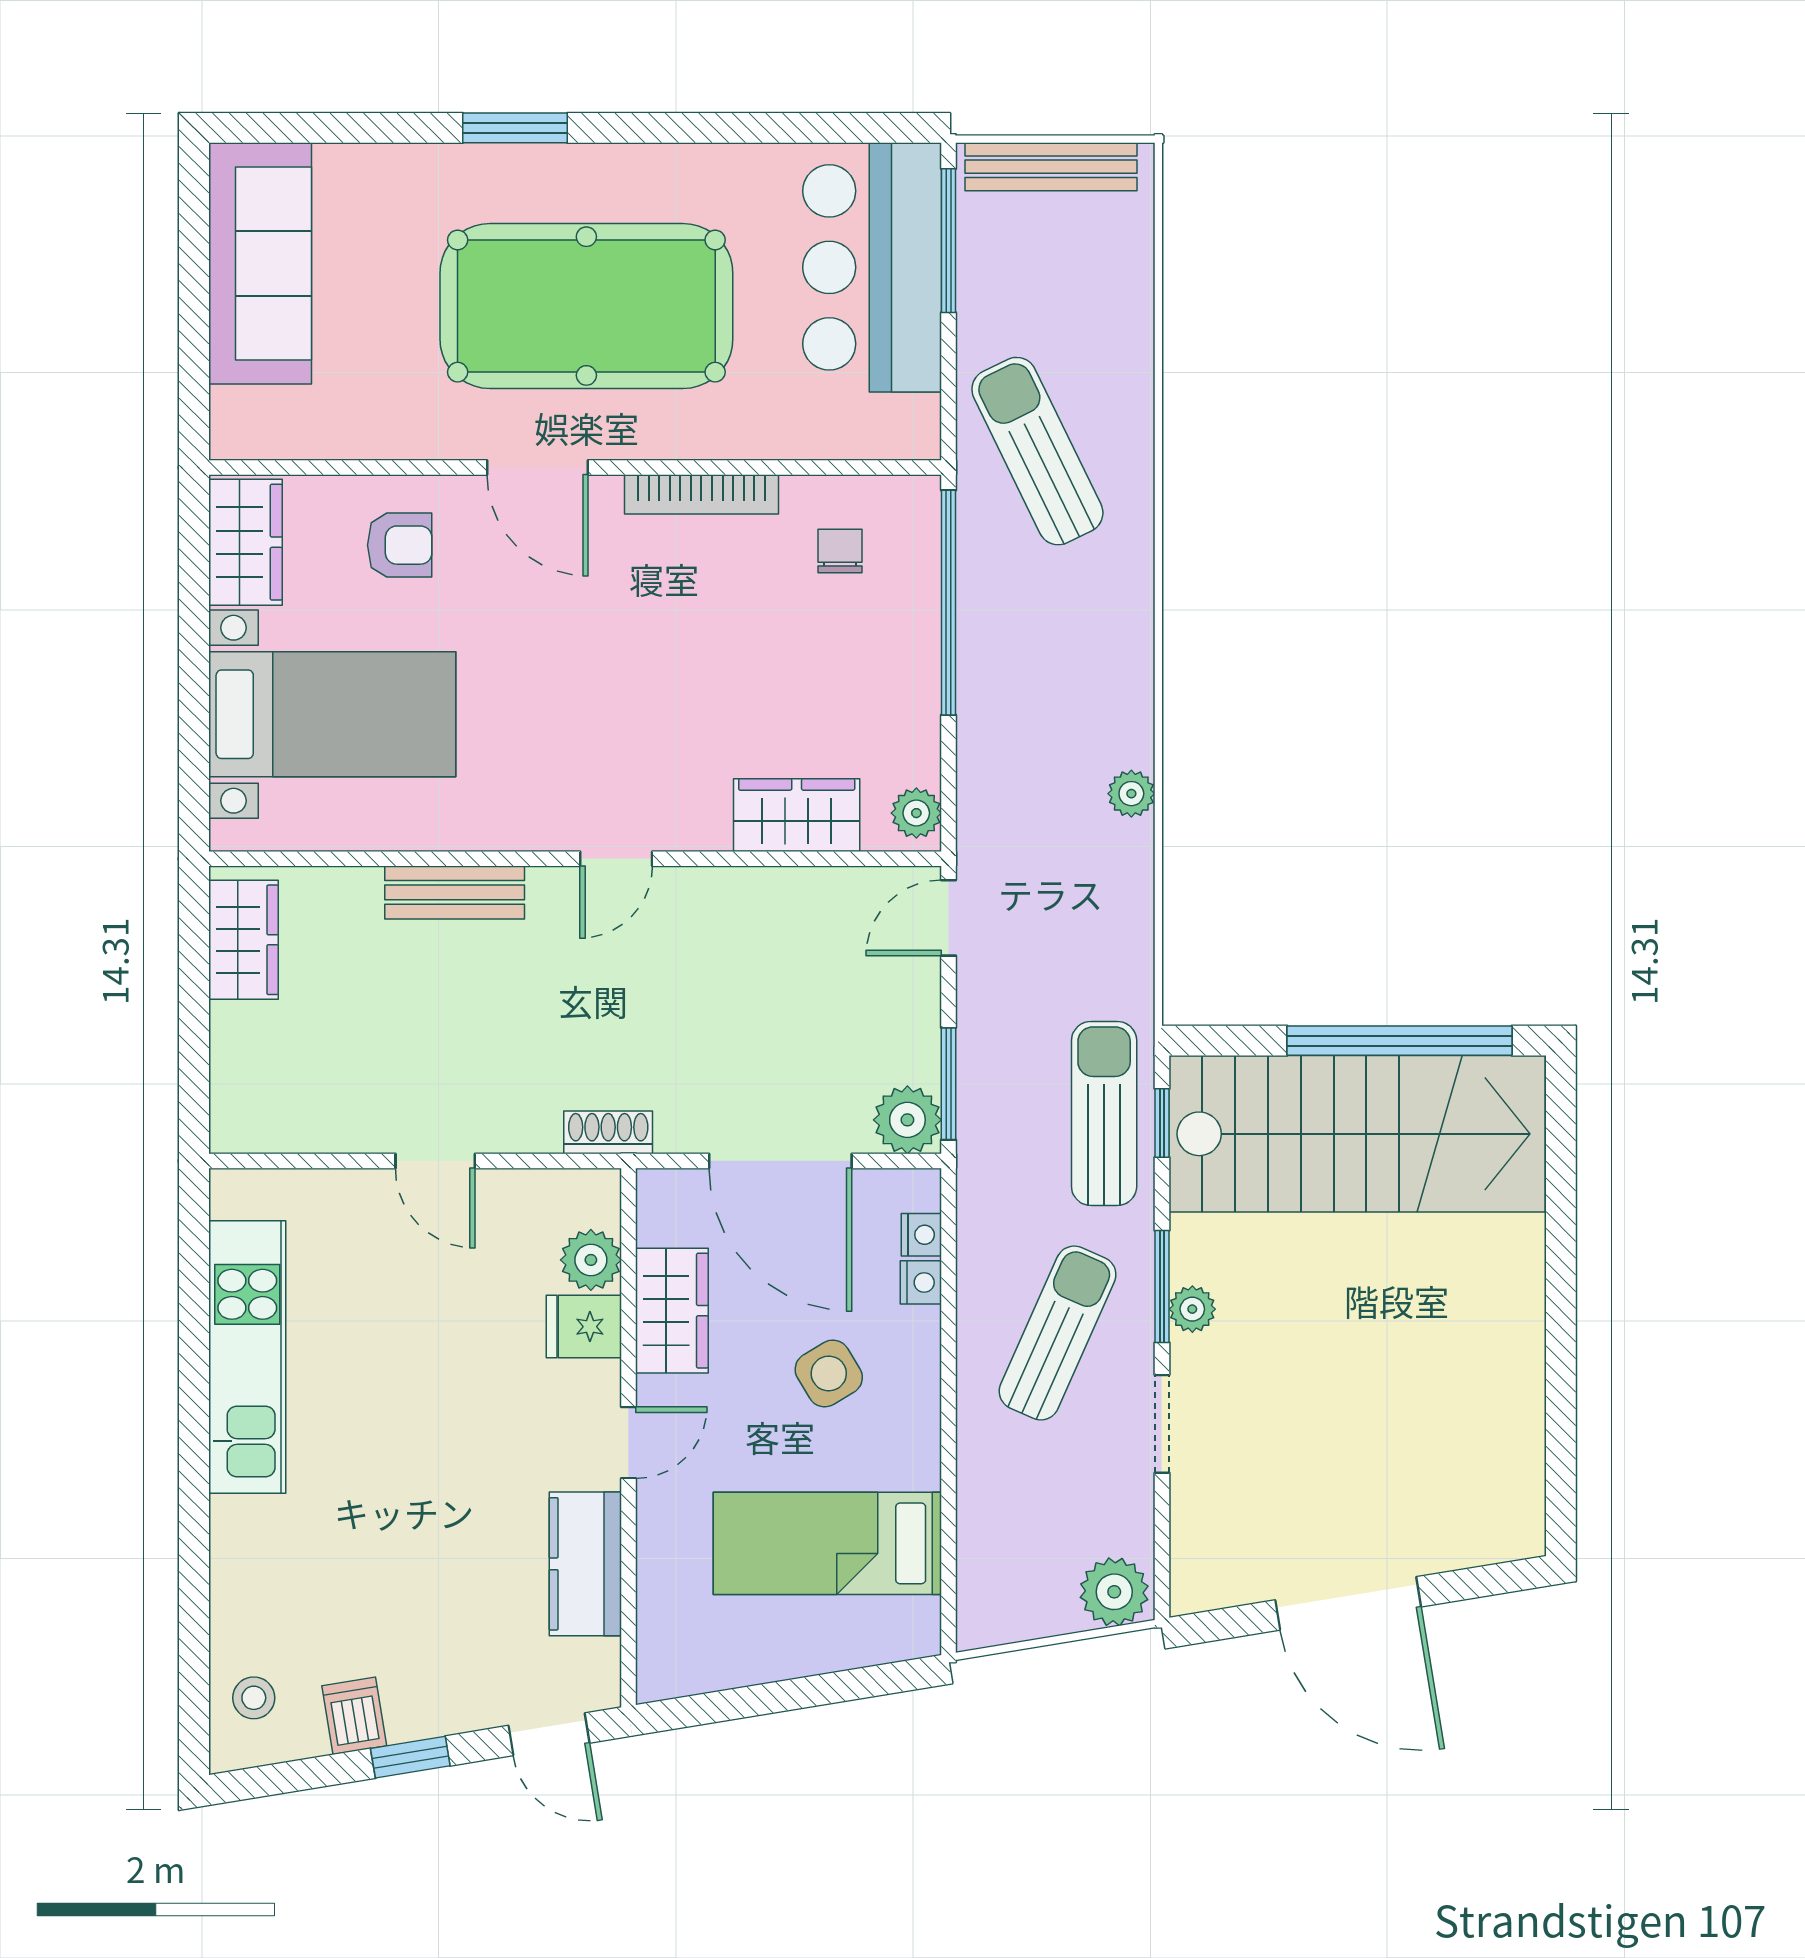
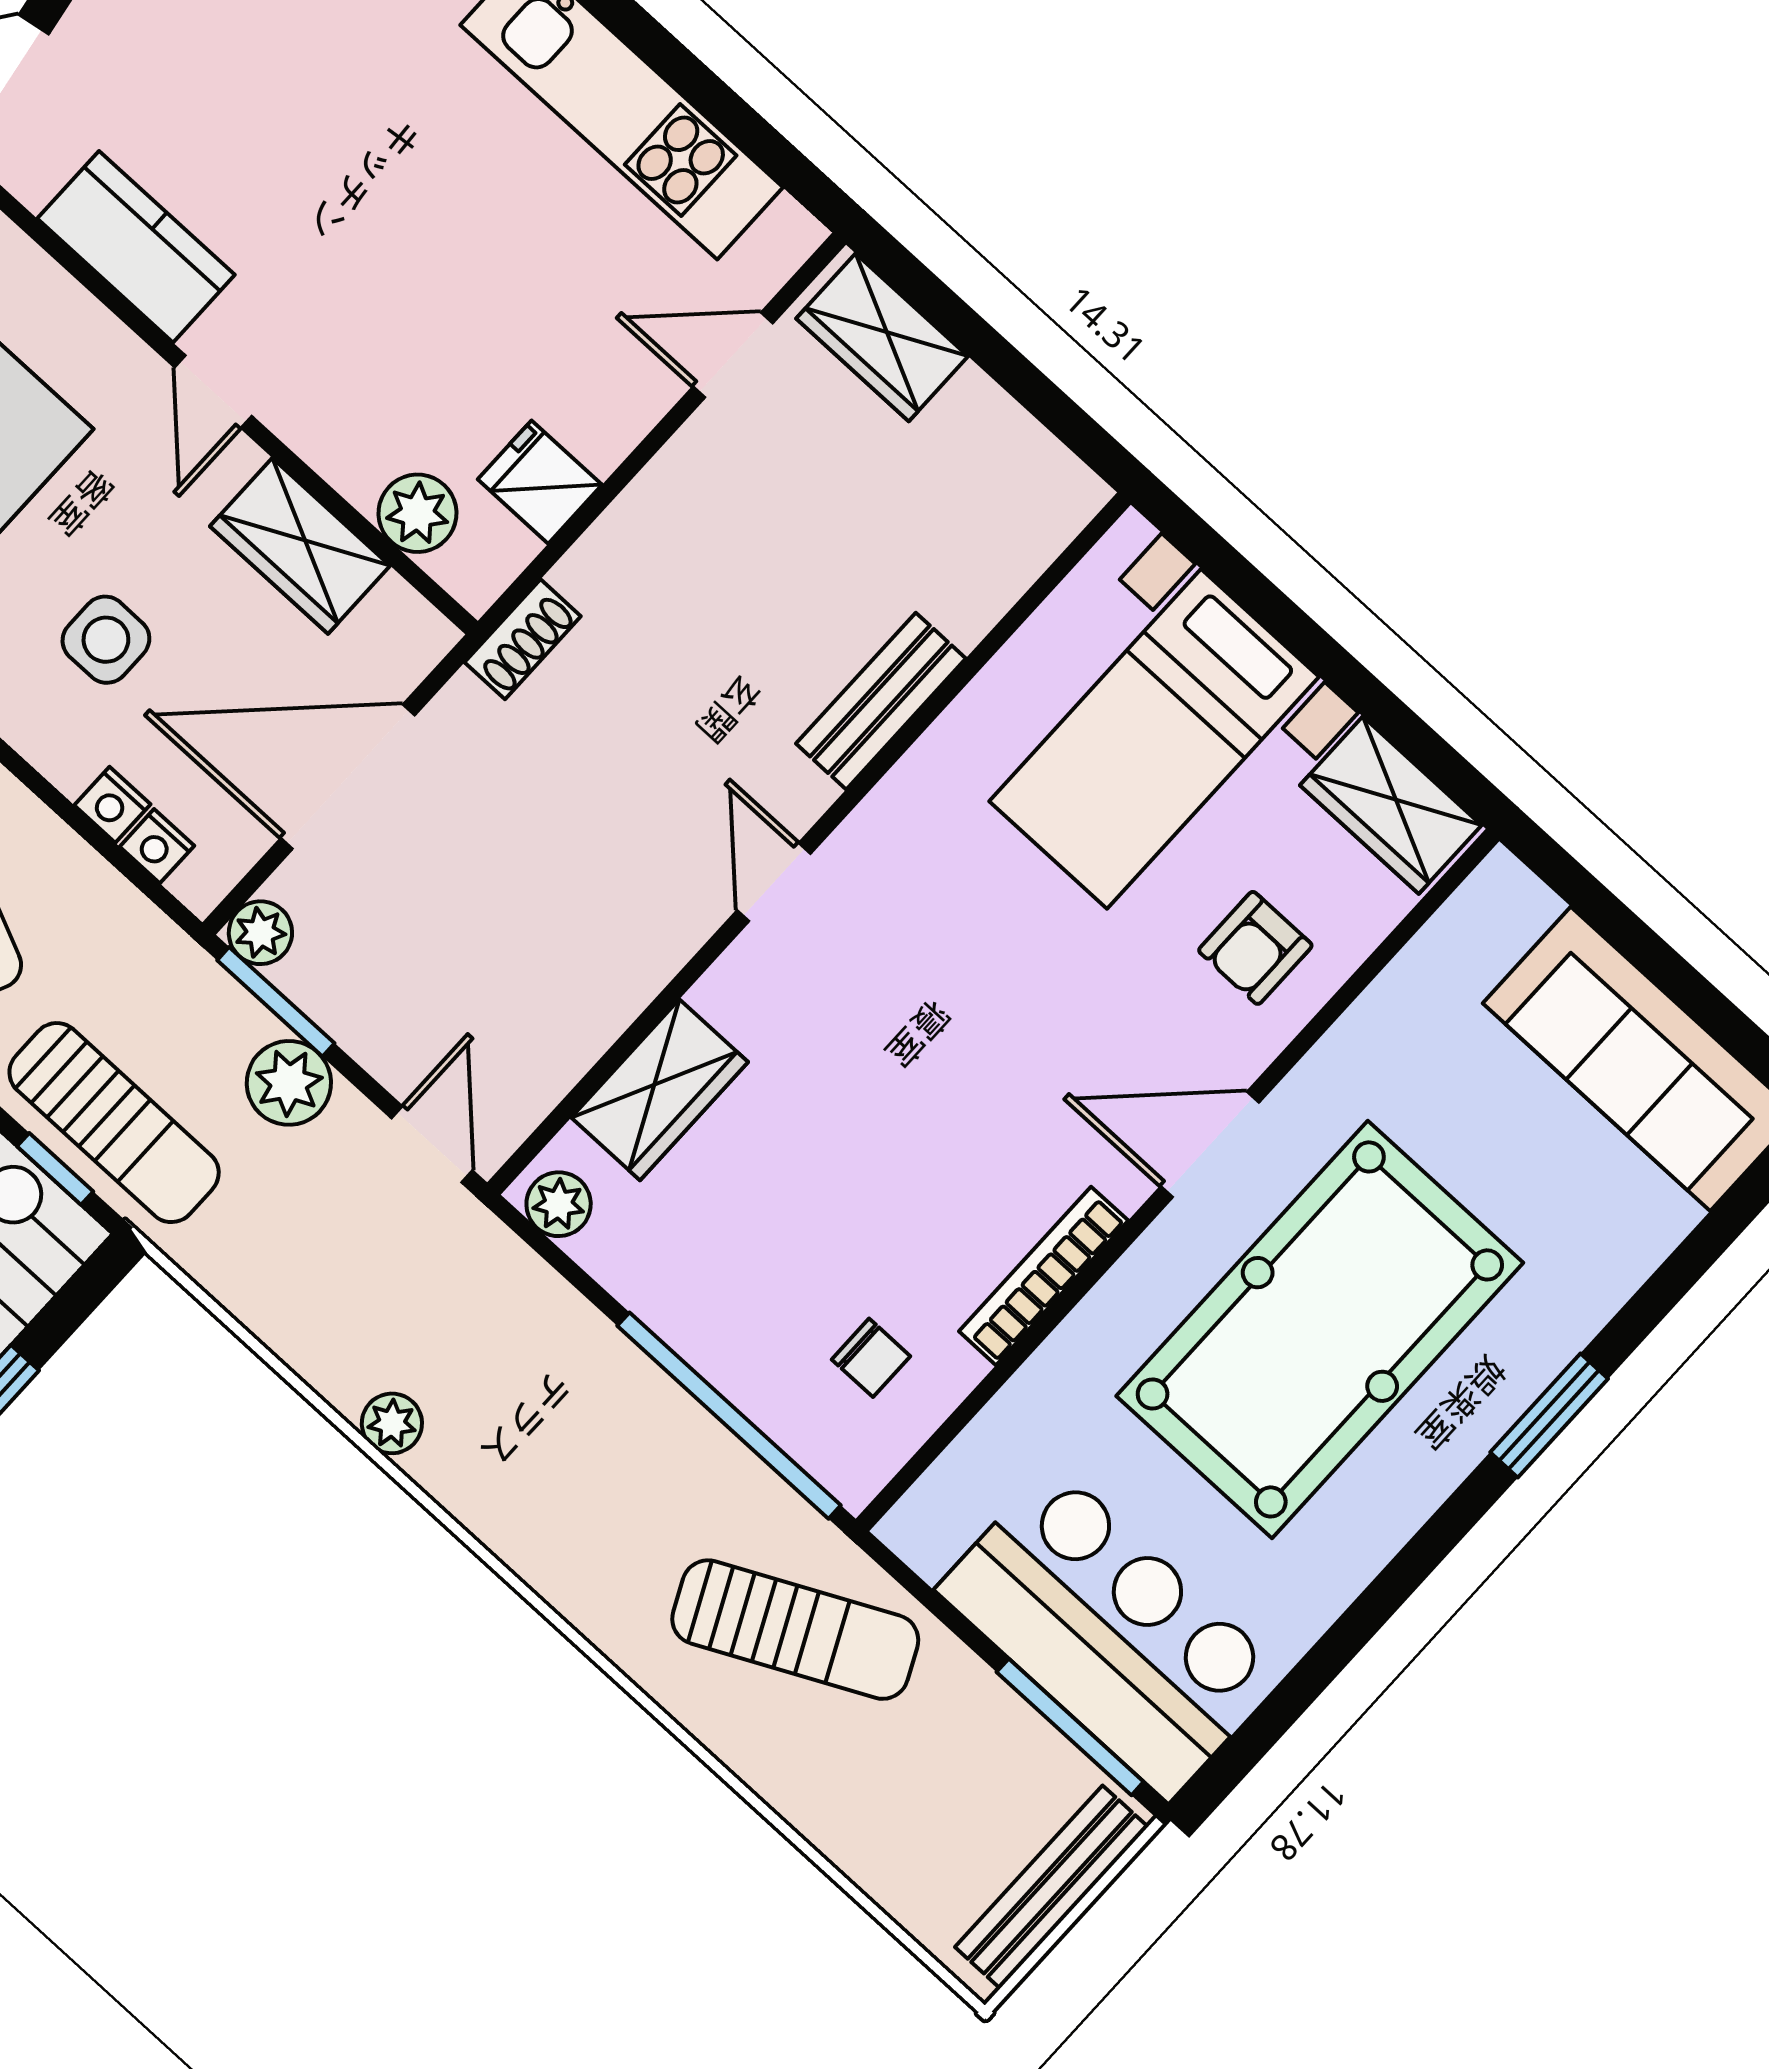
wardrobe: (243, 940) -> (882, 337), moved
plant: (989, 1033) -> (289, 1083), added
plant: (907, 1120) -> (260, 933), width x0.73, depth x0.73
door: (435, 1161) -> (733, 355), moved
fridge: (584, 1327) -> (540, 482), moved, turned -90
side table: (829, 1373) -> (106, 640), turned 31

